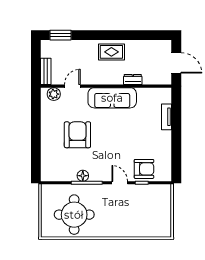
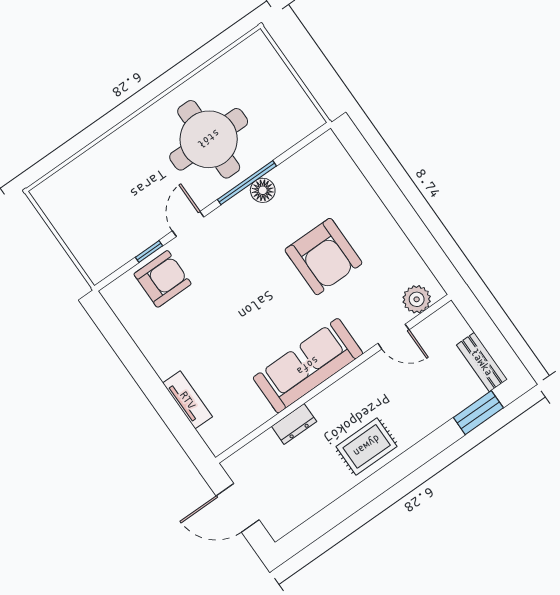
bench: (46, 71) -> (482, 362), moved
door: (72, 86) -> (393, 337), hinge flipped
armchair: (144, 169) -> (163, 279), turned 180
door: (120, 183) -> (188, 224), swing flipped
round table: (74, 215) -> (209, 139), moved

